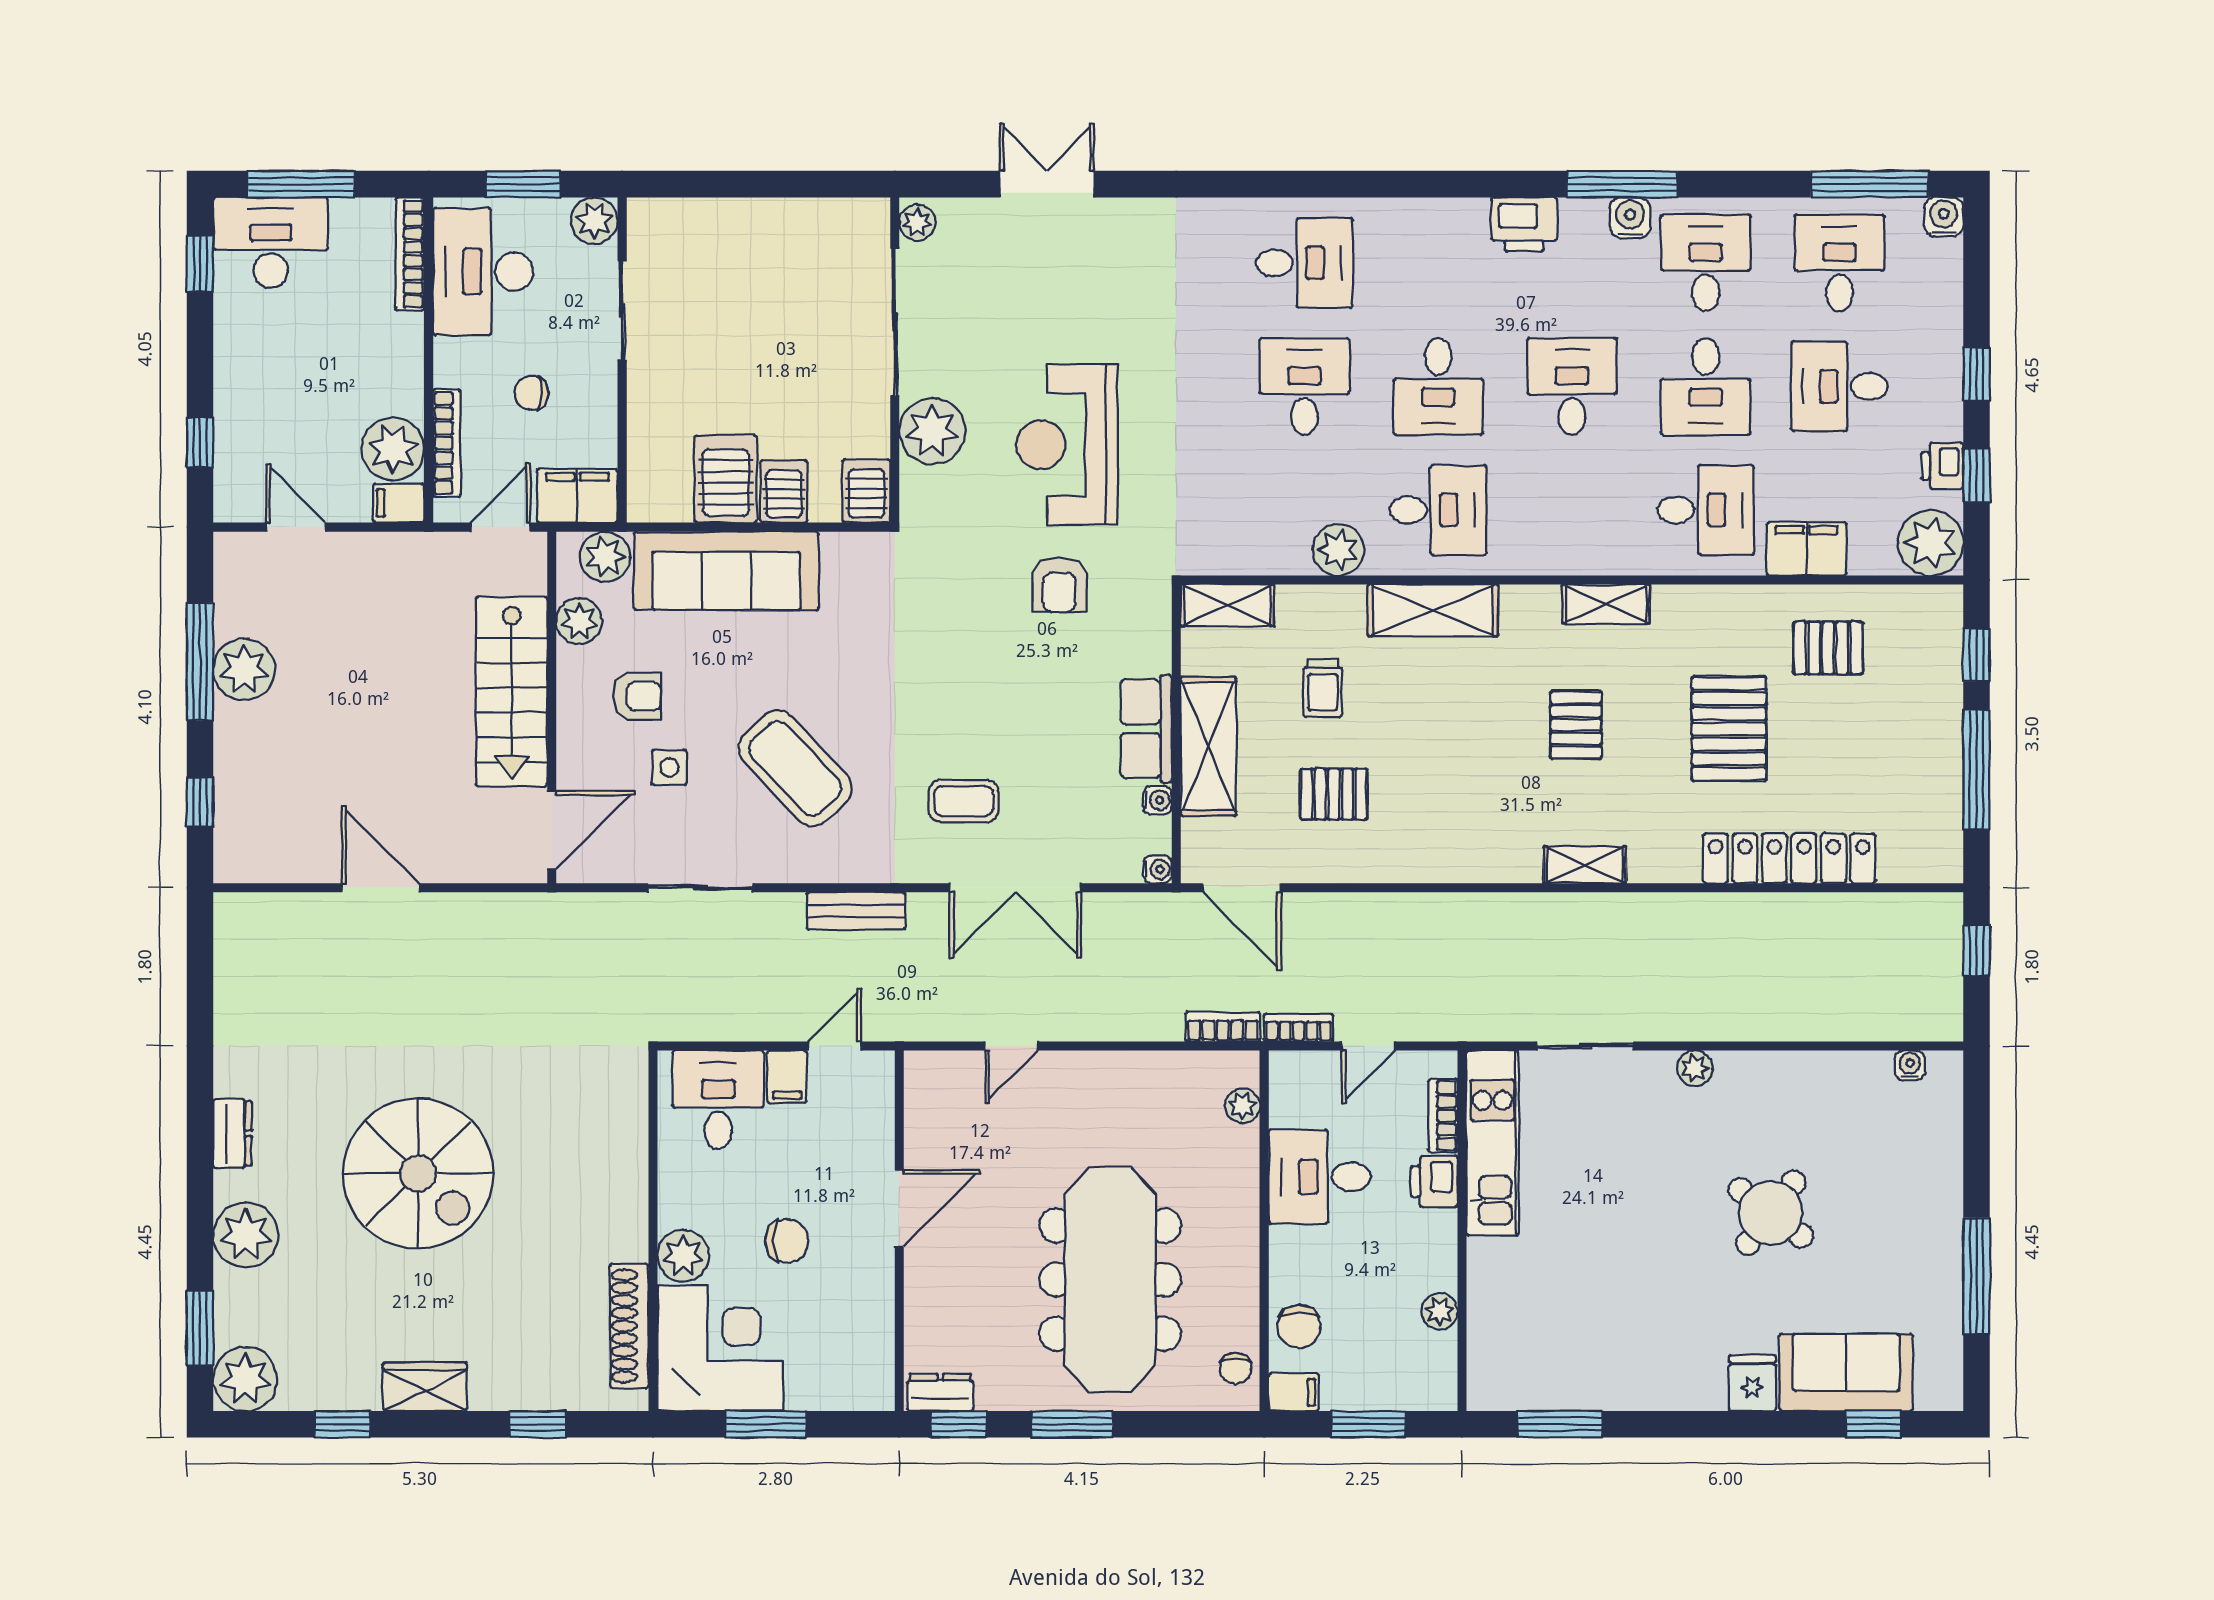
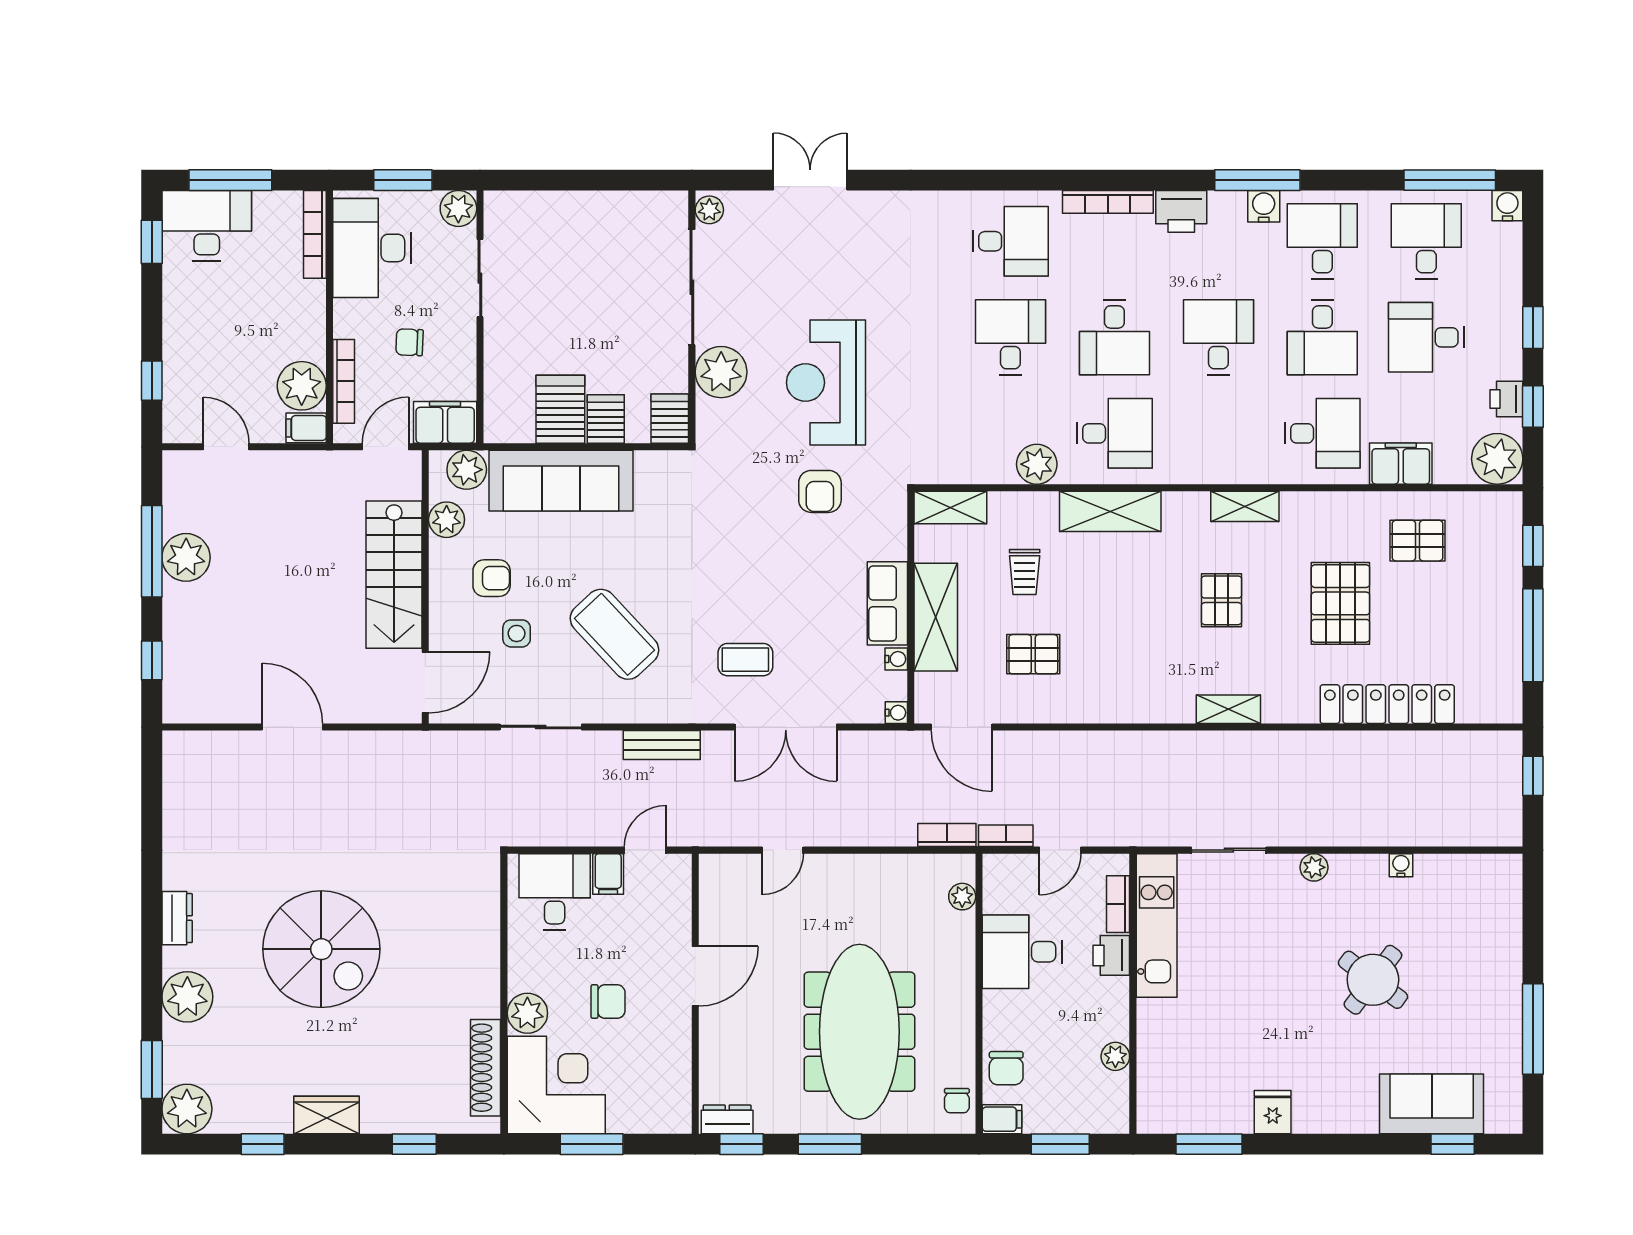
bookcase: (1430, 212) -> (1108, 202), added
water cooler: (1910, 1065) -> (1401, 865), moved
fridge: (1752, 1383) -> (1273, 1112), moved

